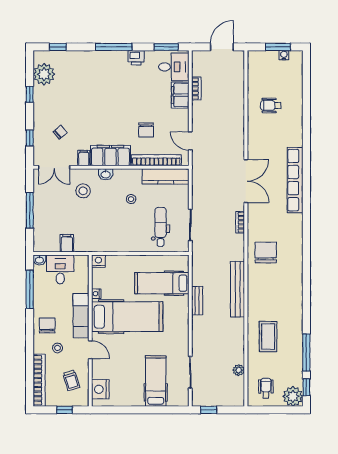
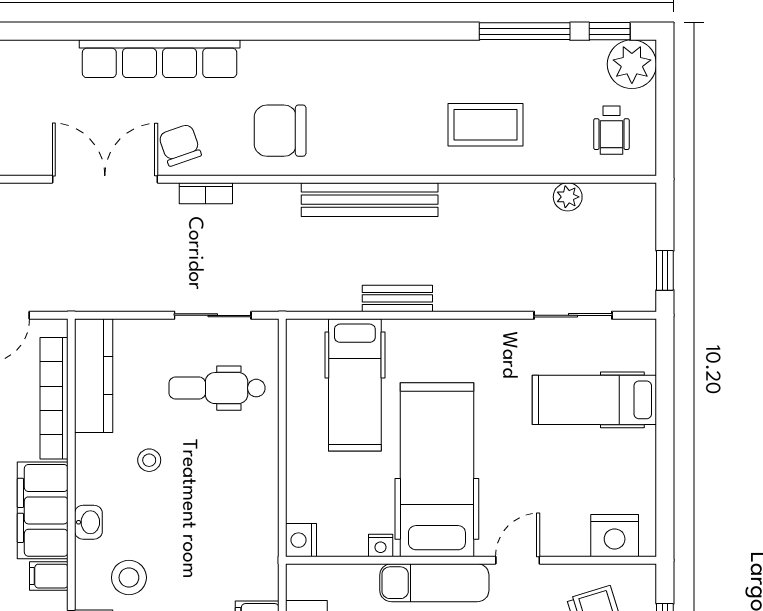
row of seats: (295, 180) -> (160, 59), moved
chair: (260, 212) -> (180, 145), added
wheelchair: (266, 388) -> (611, 130), turned -90

